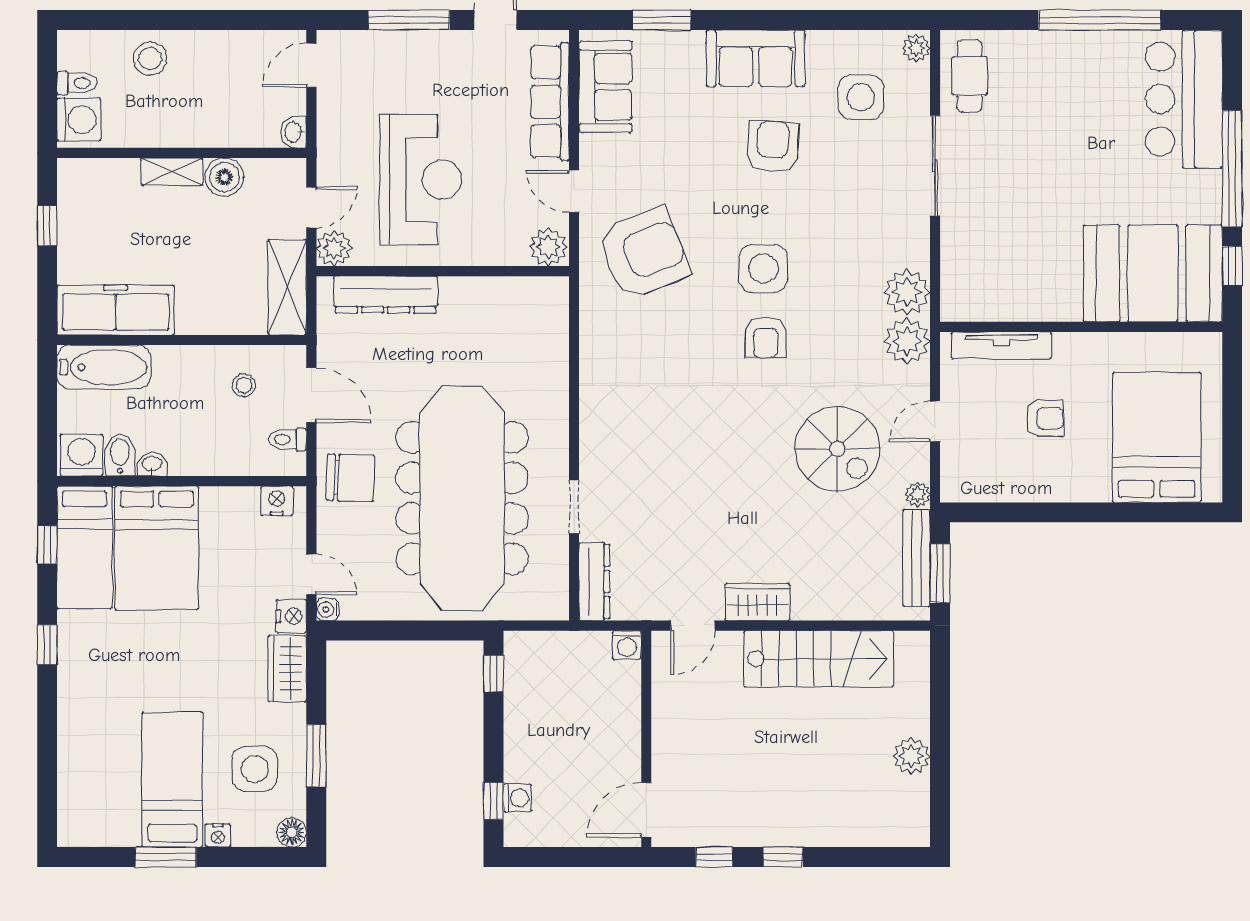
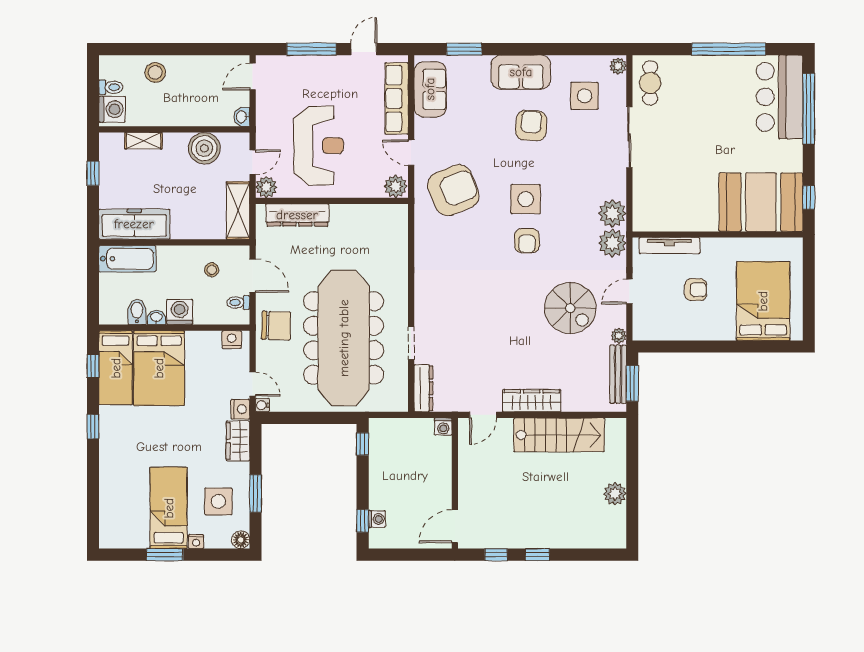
window: (1232, 169) -> (809, 109), moved
shelving: (172, 172) -> (143, 141), moved
boiler: (224, 177) -> (204, 148), width x1.37, depth x1.37
washing machine: (81, 455) -> (180, 312), moved
wardrobe: (757, 602) -> (532, 401), width x1.50

